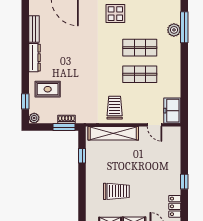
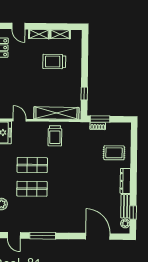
display table: (115, 14) -> (53, 219), removed
window: (25, 101) -> (133, 213), moved
plant: (34, 118) -> (125, 223), moved

